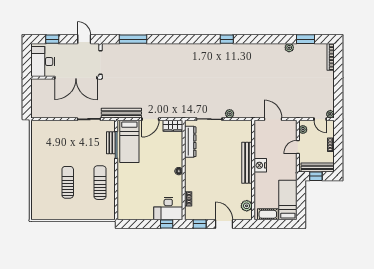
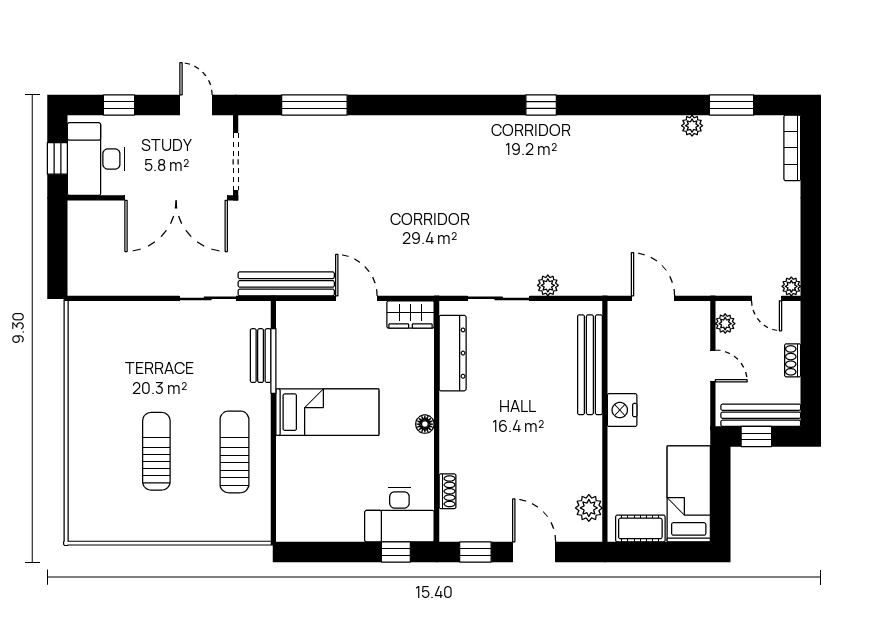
window: (27, 61) -> (57, 158), added
door: (150, 119) -> (356, 298), swing flipped
bed: (129, 141) -> (327, 412), moved, turned -90
door: (298, 147) -> (713, 366), swing flipped
bench: (247, 163) -> (590, 365), moved

